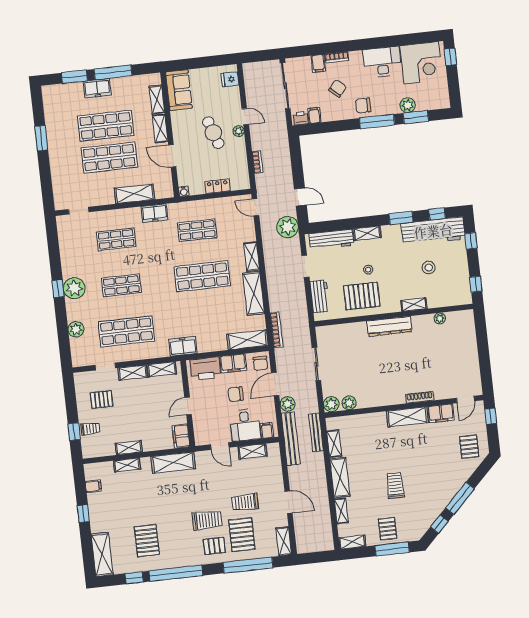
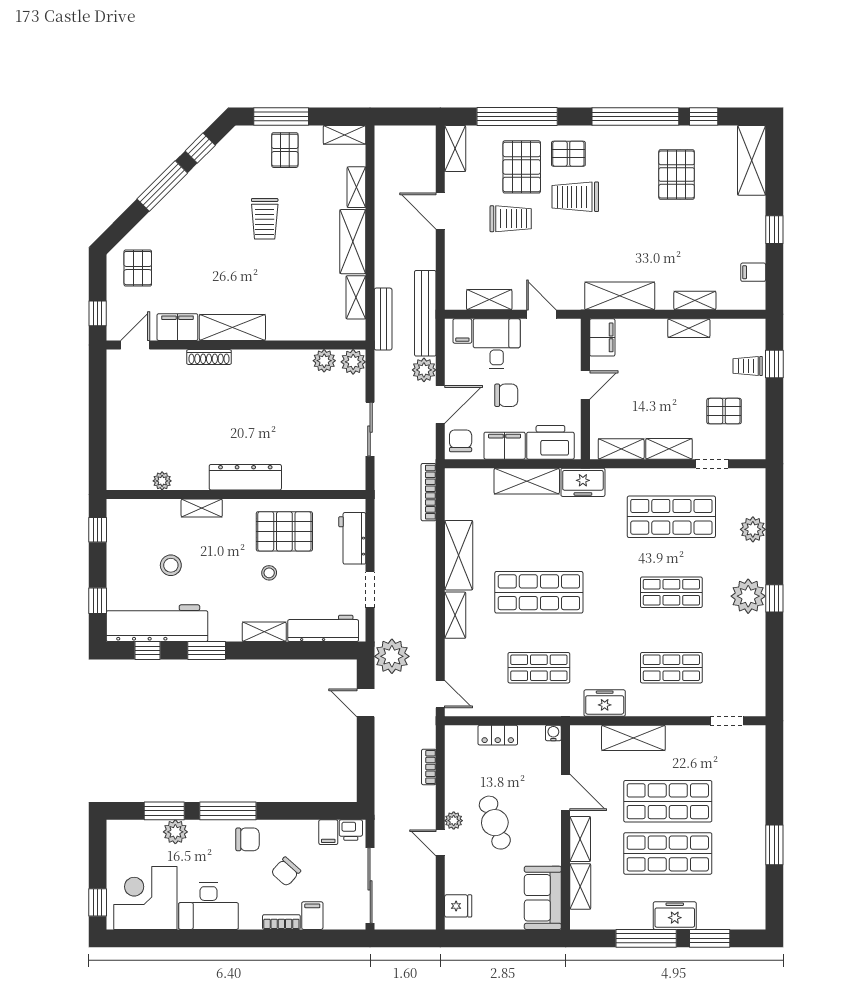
shelving: (247, 340) -> (527, 481), moved

